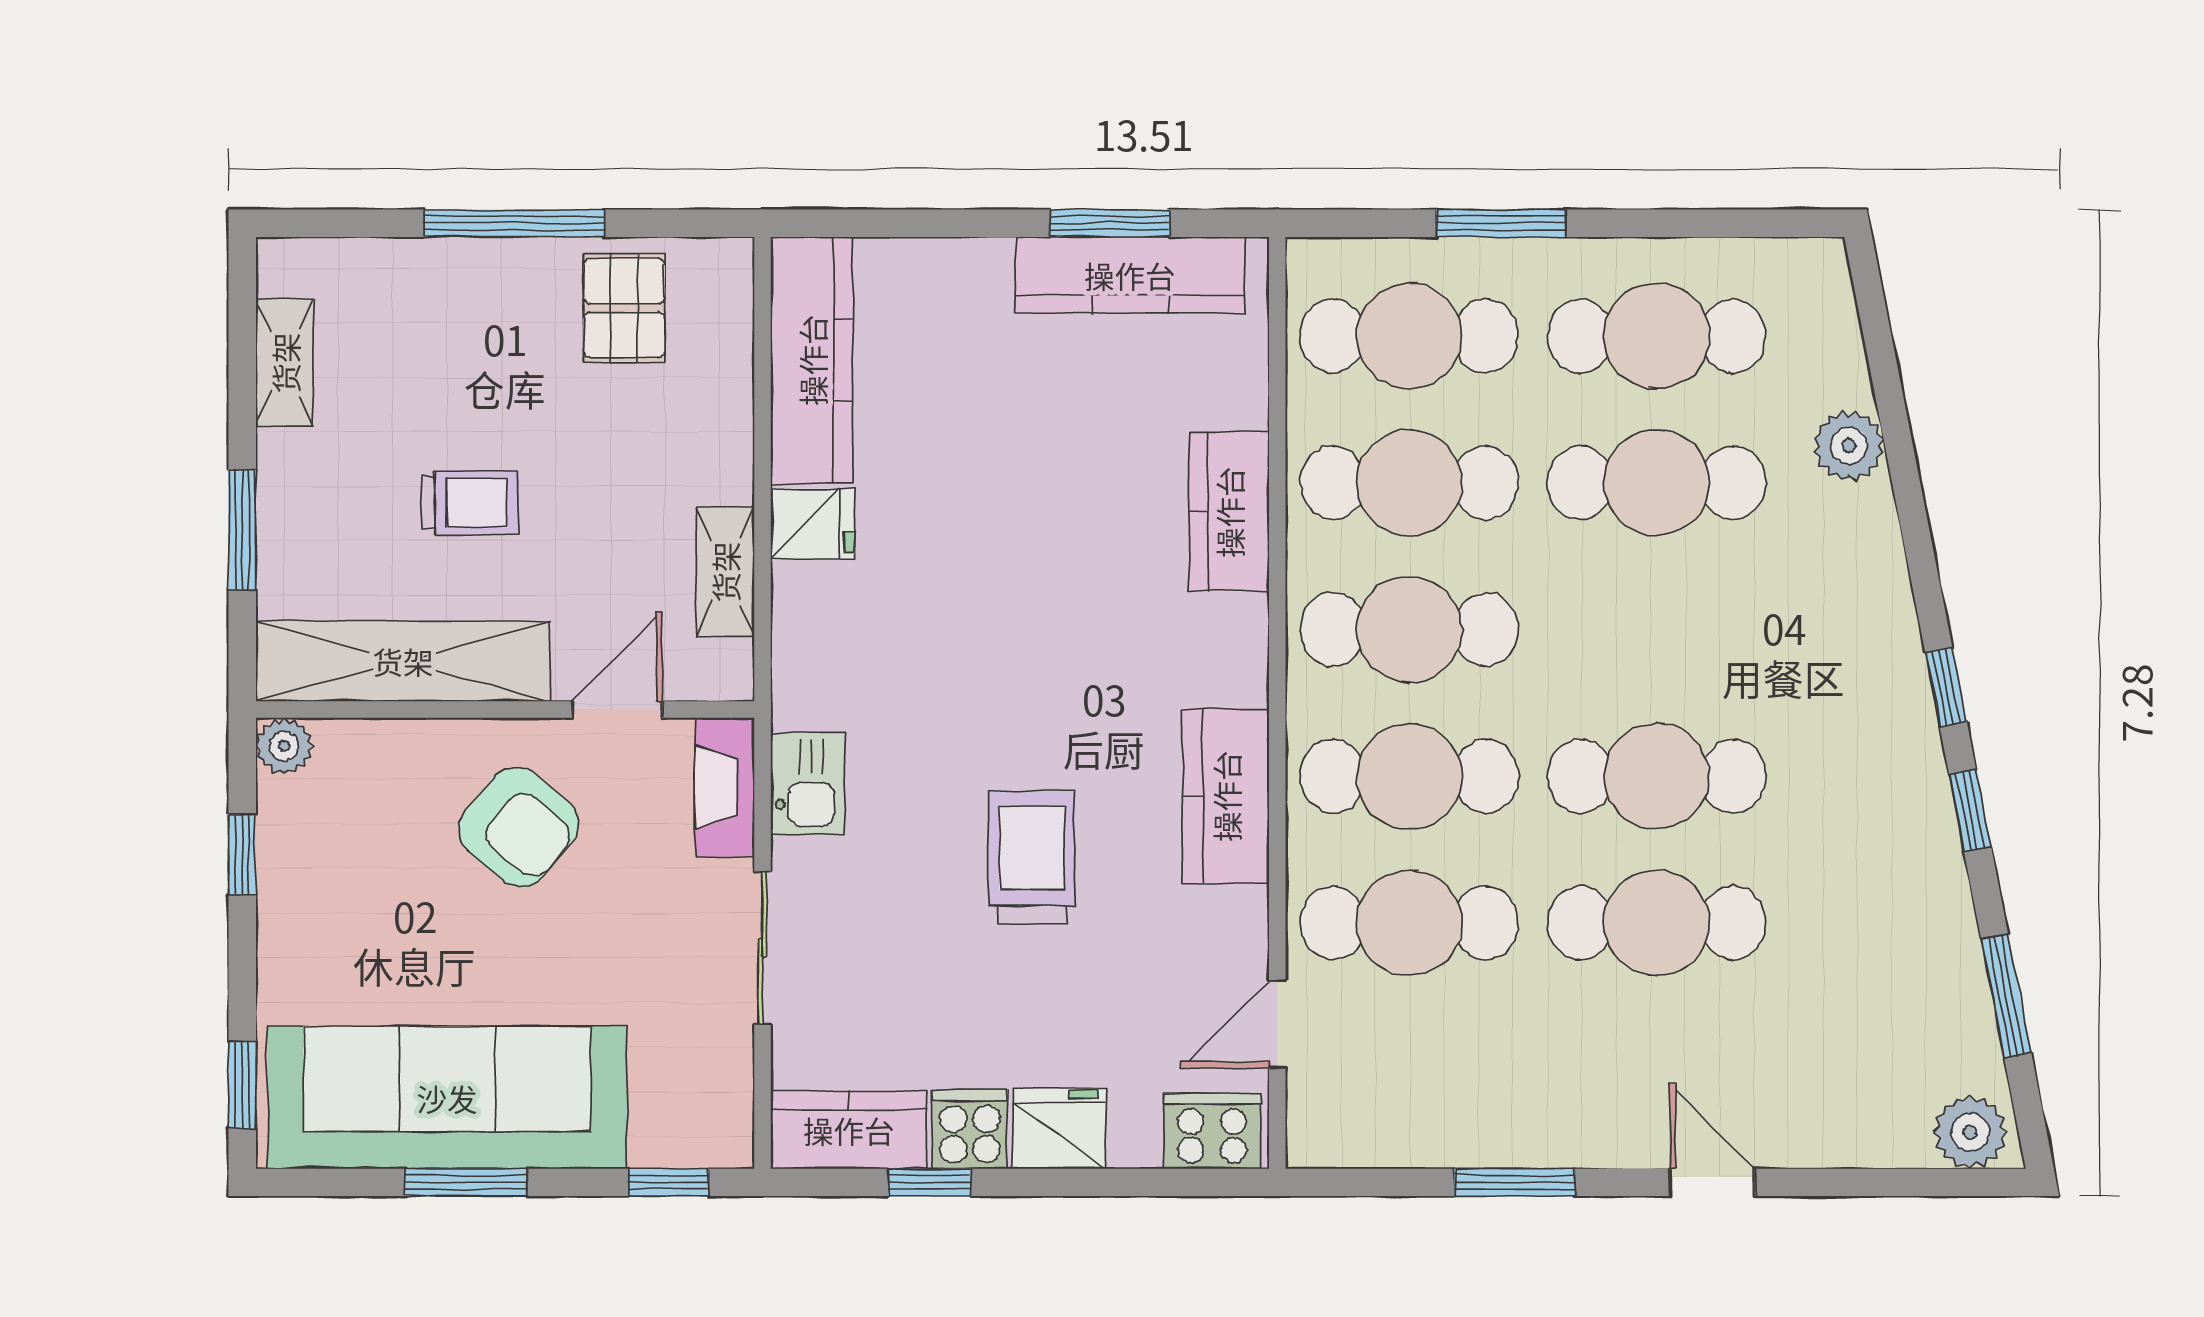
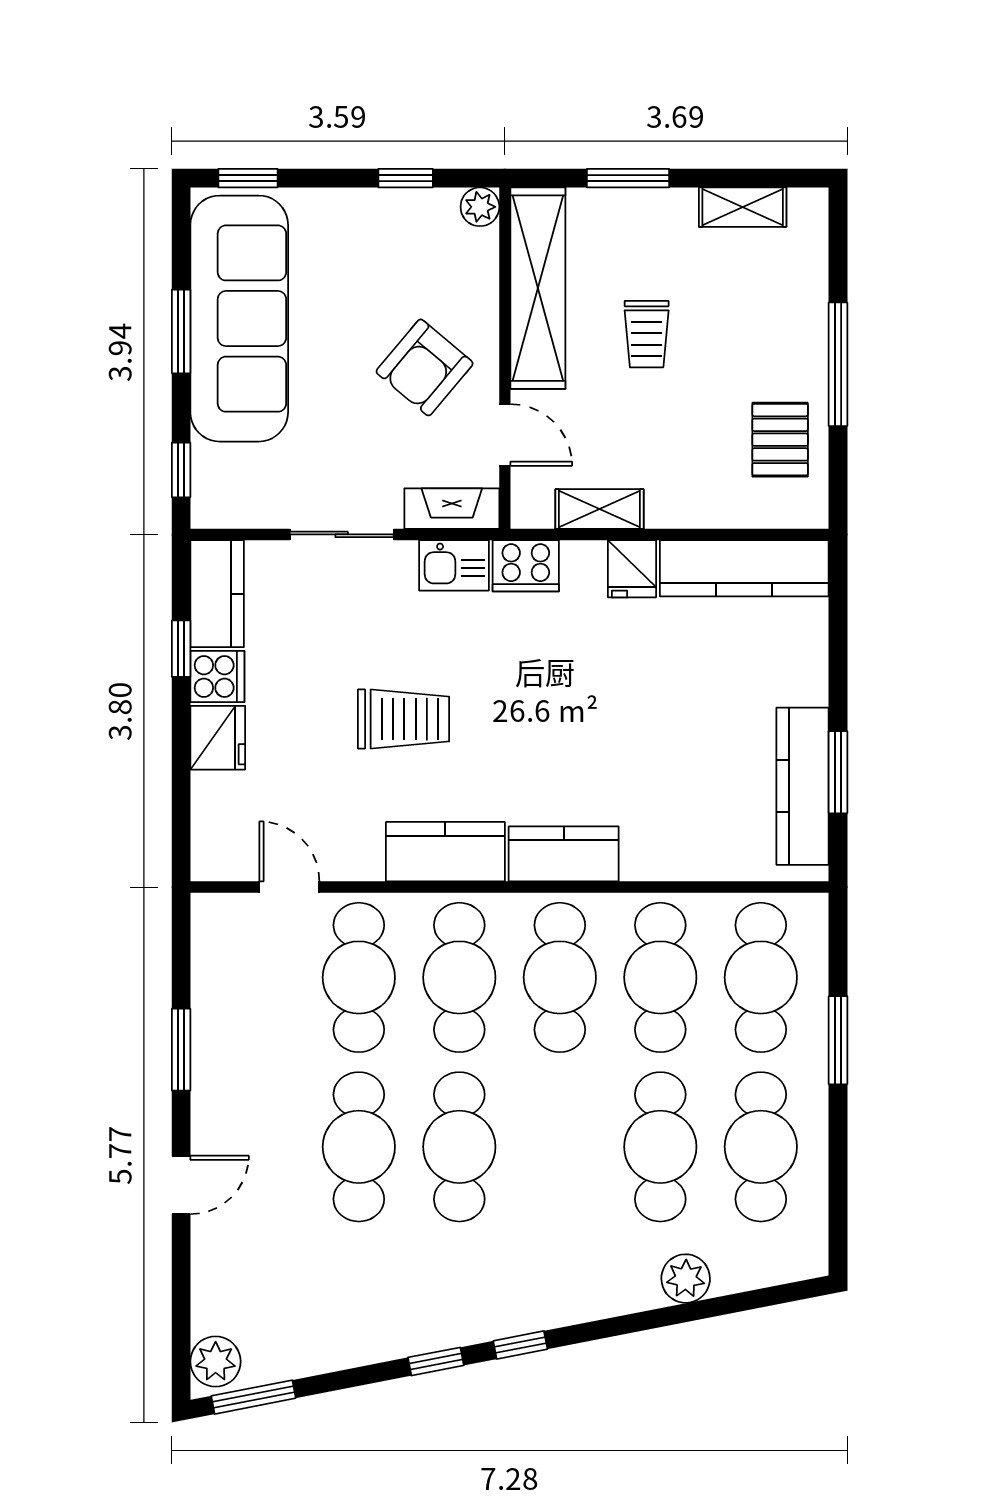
pallet: (624, 308) -> (780, 440), turned 90
kitchen counter: (1229, 512) -> (564, 854), moved
window: (2006, 996) -> (253, 1397), moved
cooker: (1212, 1131) -> (526, 566), moved, turned 90

